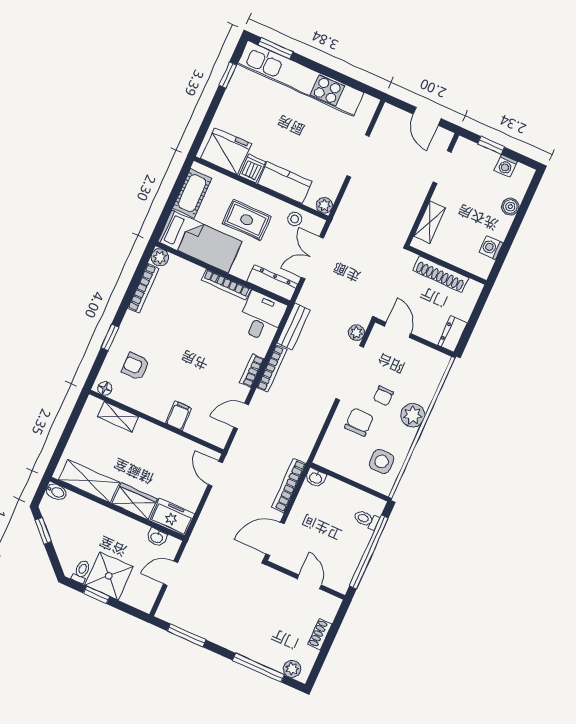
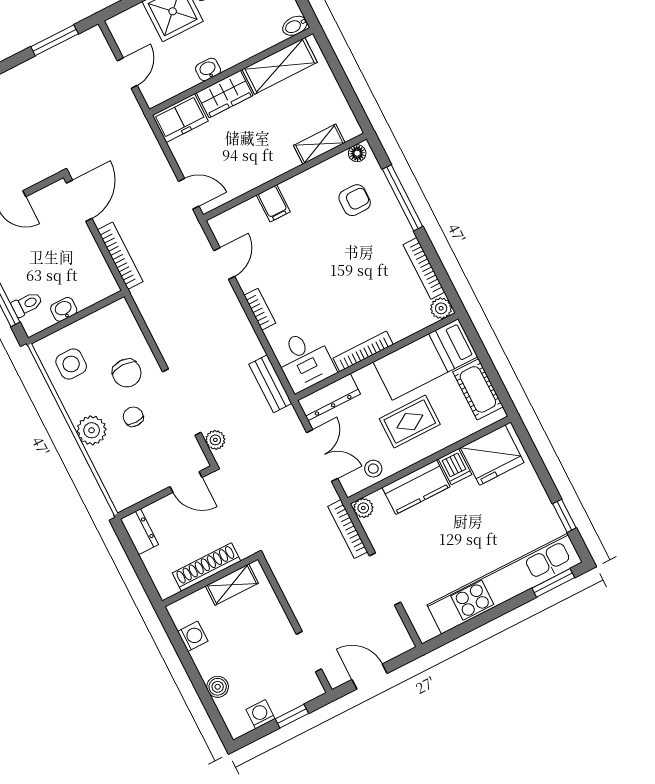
shelving: (430, 222) -> (232, 585), moved, turned 90
window: (110, 337) -> (402, 198), width x2.17
bookcase: (272, 369) -> (348, 529), moved
washbasin: (316, 478) -> (64, 309), moved
washbasin: (157, 537) -> (208, 69), moved

